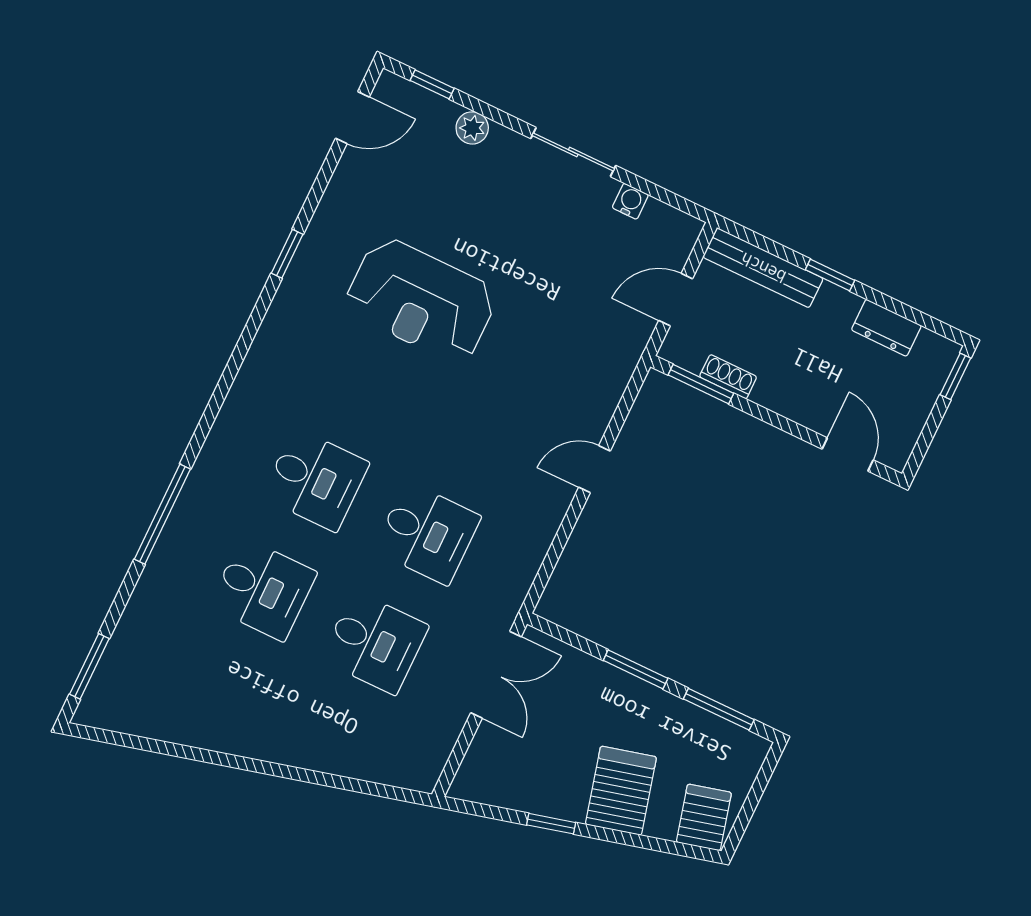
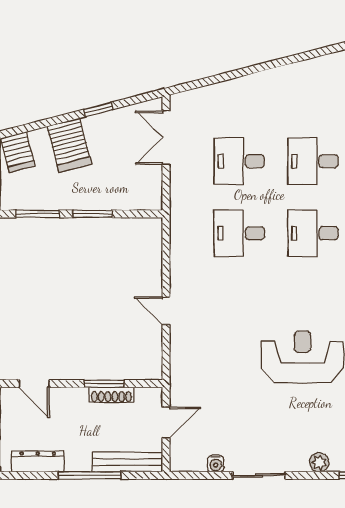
window: (830, 275) -> (90, 475), width x2.17
dresser: (886, 328) -> (38, 462), width x1.44
shoe rack: (728, 377) -> (111, 395), width x1.43
window: (701, 384) -> (104, 384), moved
door: (594, 469) -> (166, 311), swing flipped
double door: (496, 675) -> (166, 138), moved

